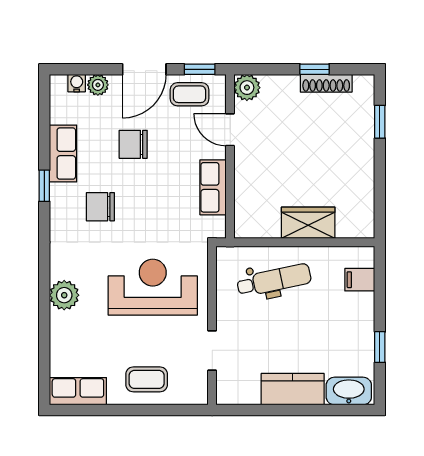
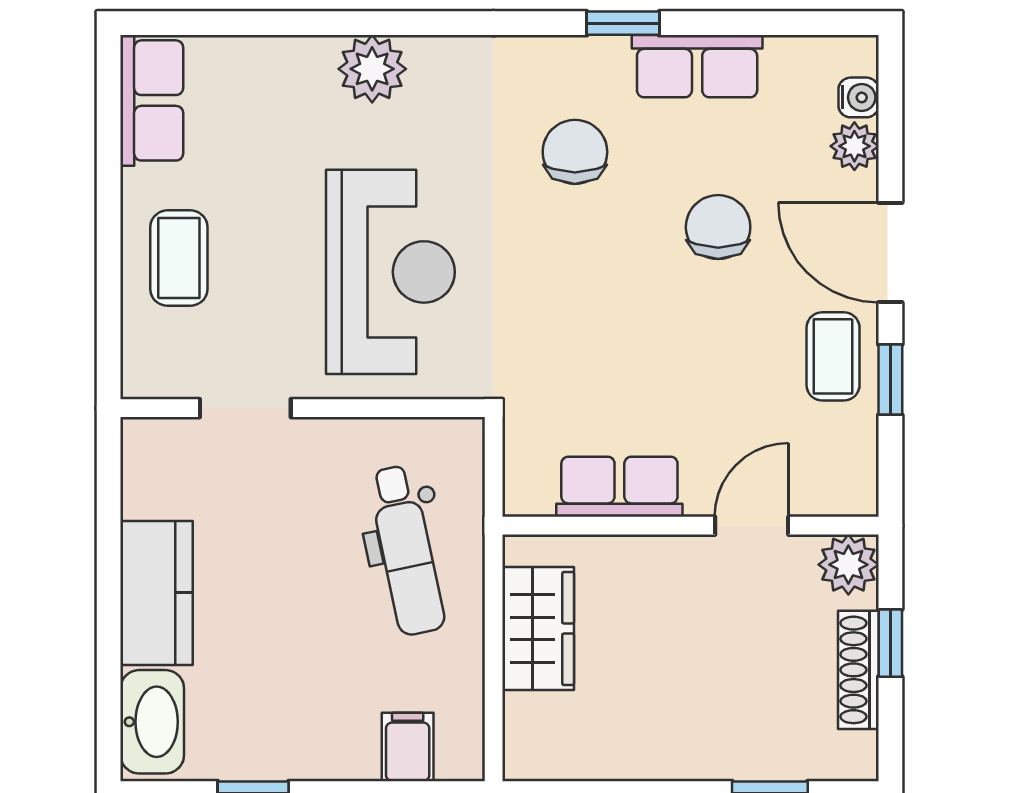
plant: (247, 88) -> (848, 565), moved
door: (230, 130) -> (752, 526), moved
wall: (230, 156) -> (690, 526), moved
row of seats: (213, 187) -> (619, 487), moved

